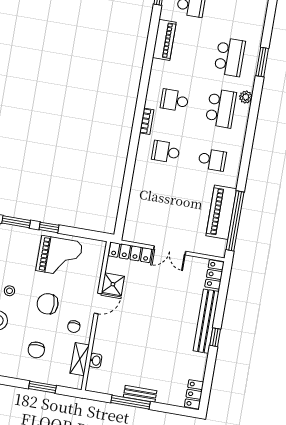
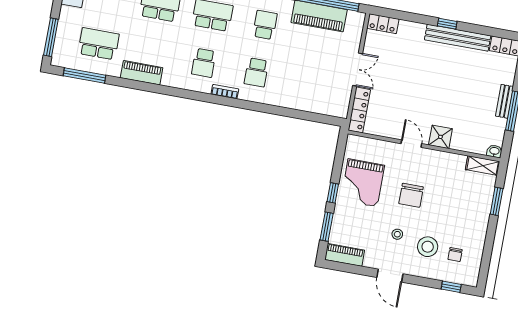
grand piano: (59, 256) -> (363, 183), turned 180
shower: (113, 284) -> (440, 137), moved
bench: (206, 321) -> (458, 38), moved
chair: (74, 327) -> (435, 169), removed
chair: (36, 350) -> (458, 207), removed
shelving: (80, 359) -> (483, 166), moved
washbasin: (95, 361) -> (494, 151), moved

